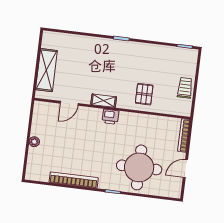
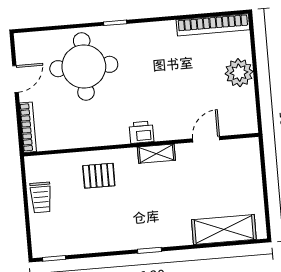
shelving: (46, 70) -> (224, 230), moved, turned 90
pallet: (144, 94) -> (99, 176), turned 90
plant: (34, 142) -> (239, 73), width x1.88, depth x1.88
bookcase: (74, 180) -> (213, 25), moved

